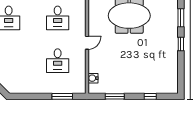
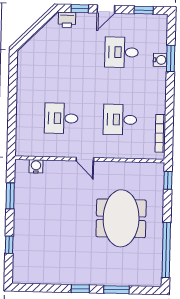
window: (62, 96) -> (12, 124), removed

